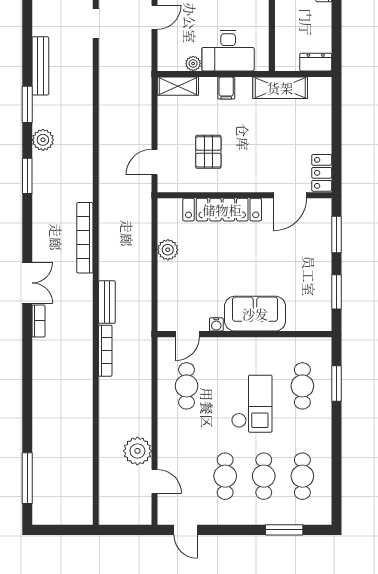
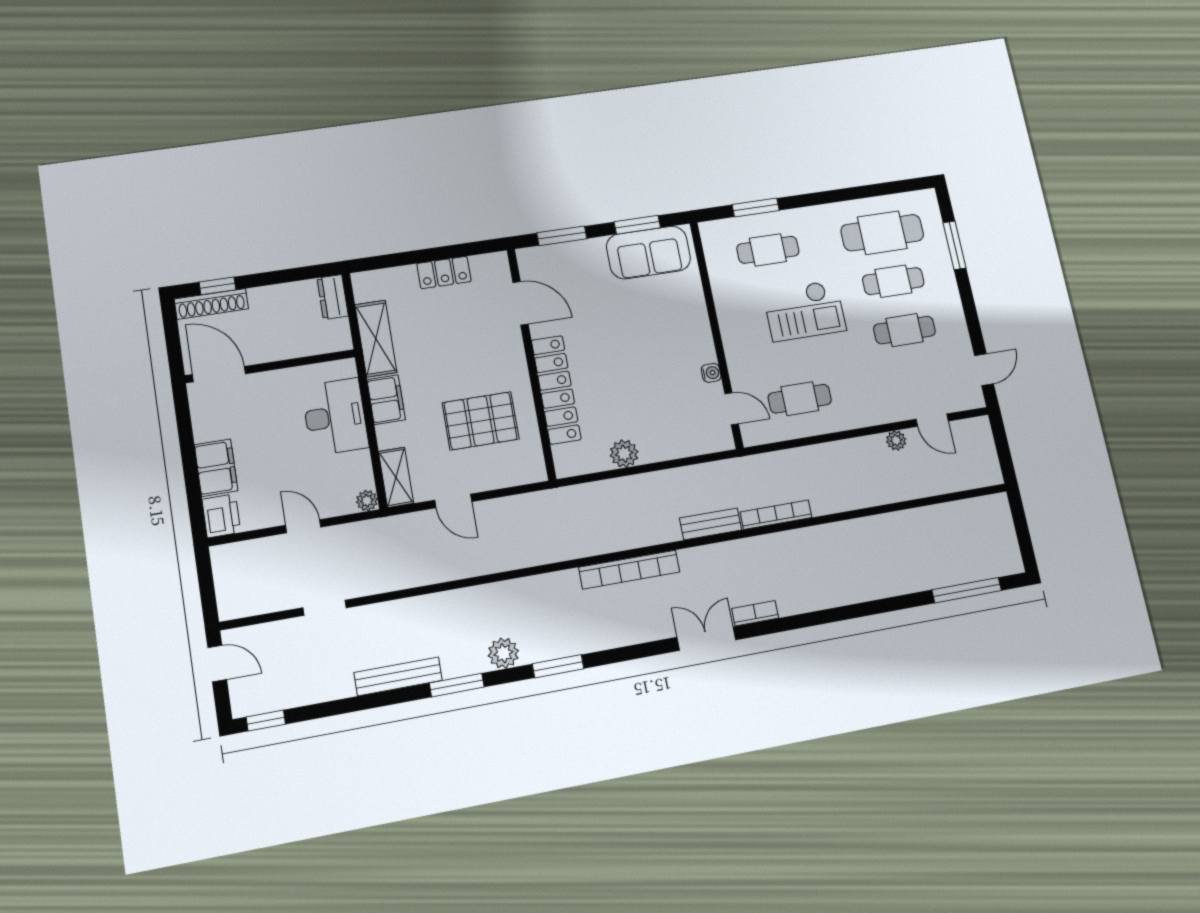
plant: (193, 64) -> (367, 501), moved
filing cabinet: (226, 88) -> (386, 400), width x2.00
pallet: (208, 152) -> (481, 421), width x1.50, depth x1.42
door: (154, 162) -> (453, 501), moved
locker: (322, 173) -> (444, 272), moved
sofa: (255, 314) -> (649, 252), moved, turned -90
checkout: (252, 404) -> (804, 311), turned 180
plant: (137, 451) -> (896, 440), width x0.53, depth x0.53
cafe table: (302, 476) -> (882, 233), width x1.37, depth x1.35
door: (154, 481) -> (932, 420), swing flipped

